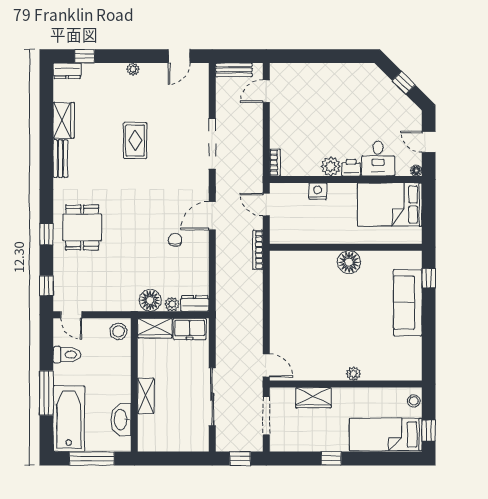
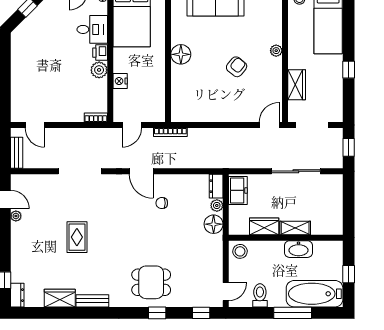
plant: (133, 69) -> (16, 216), moved
rug: (135, 141) -> (77, 237), turned 90
armchair: (334, 327) -> (237, 67), added
wardrobe: (155, 328) -> (264, 226), moved, turned -90
washbasin: (121, 420) -> (298, 249), moved
window: (92, 458) -> (349, 274), width x0.46

